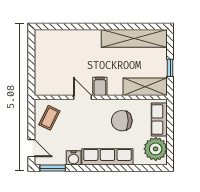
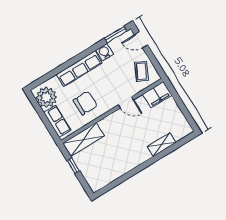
shelving: (134, 38) -> (161, 145), moved, width x0.45, depth x0.75
filing cabinet: (100, 86) -> (157, 95), moved, width x2.00

